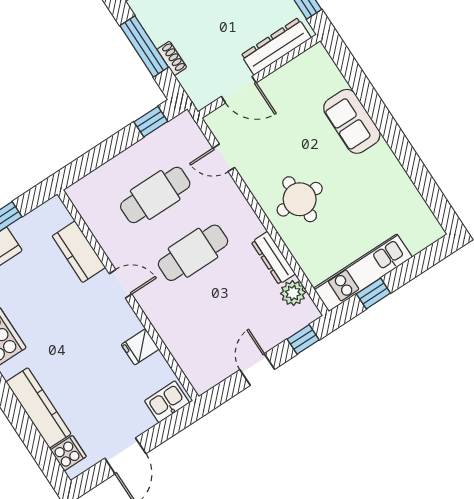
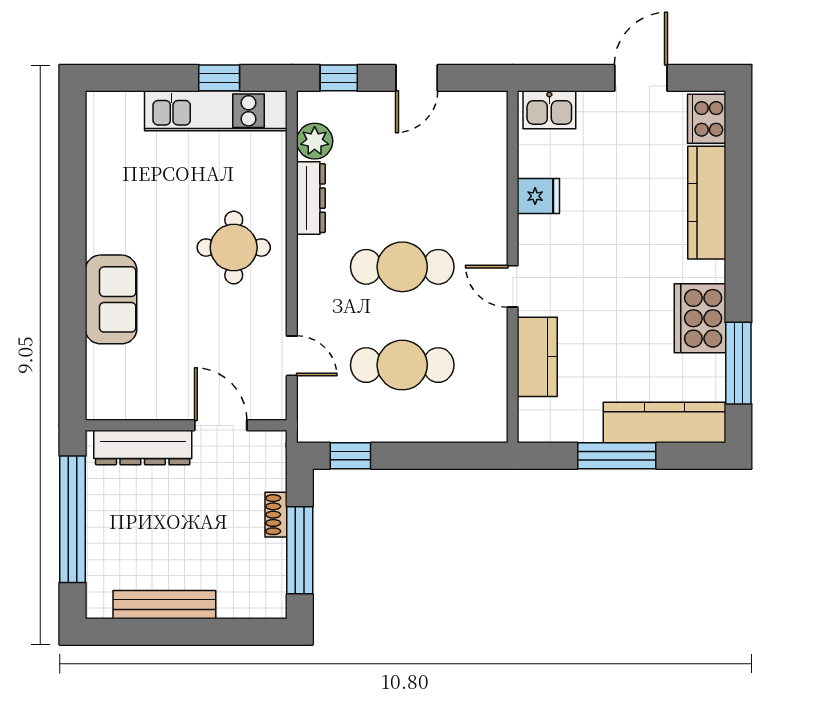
cooker: (68, 453) -> (707, 119), width x1.36

